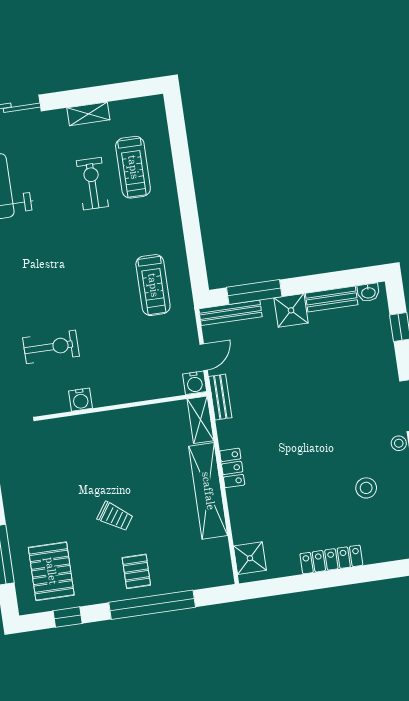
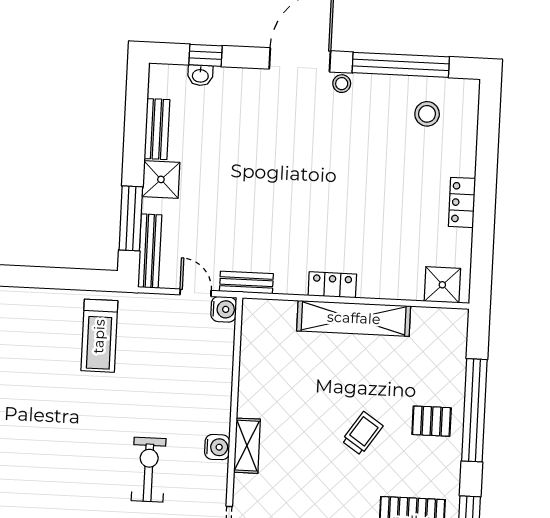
treadmill: (153, 285) -> (99, 336), turned 90
washbasin: (368, 292) -> (200, 75), moved, turned 90
shelving: (200, 420) -> (247, 446), moved, turned 90
stool: (366, 488) -> (427, 114), moved
locker: (331, 559) -> (462, 202), width x0.66

